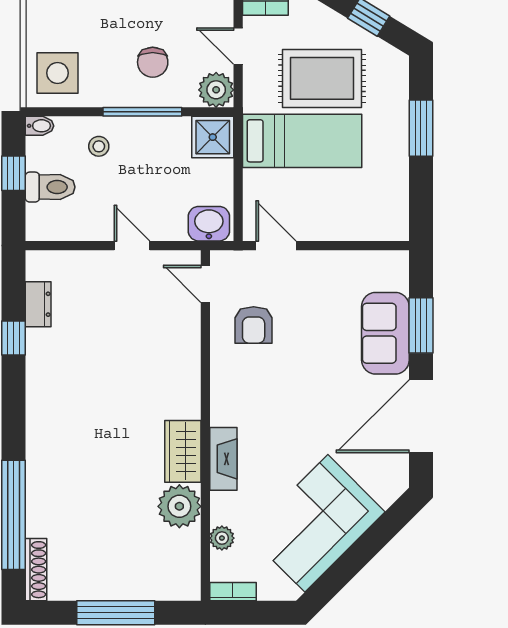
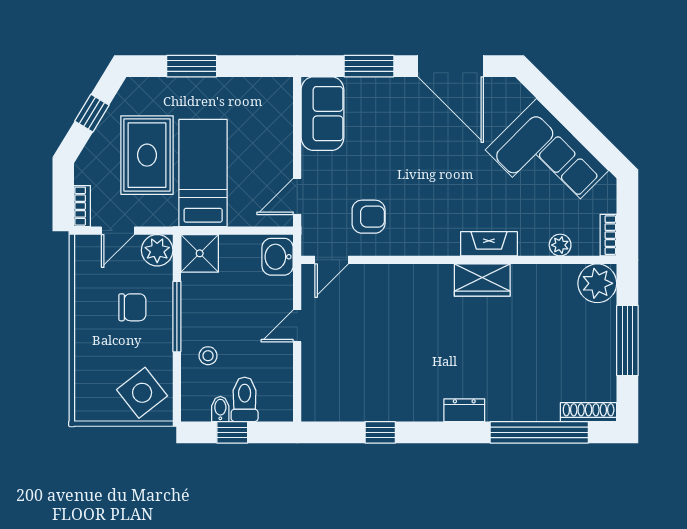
side table: (58, 73) -> (142, 393), turned -38
bidet: (40, 126) -> (220, 409), moved
dresser: (38, 304) -> (464, 410), moved
sofa: (385, 333) -> (323, 114), moved, turned -90
plant: (179, 506) -> (597, 283), moved

